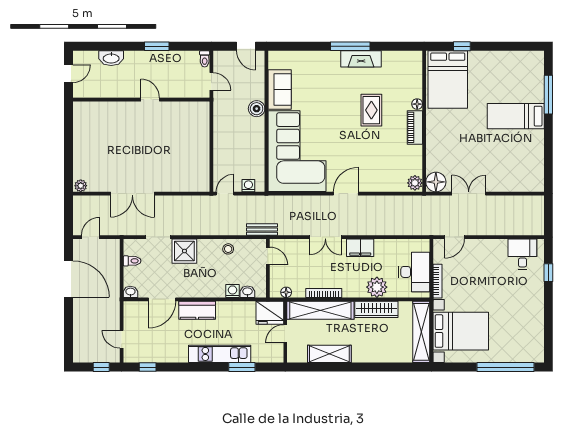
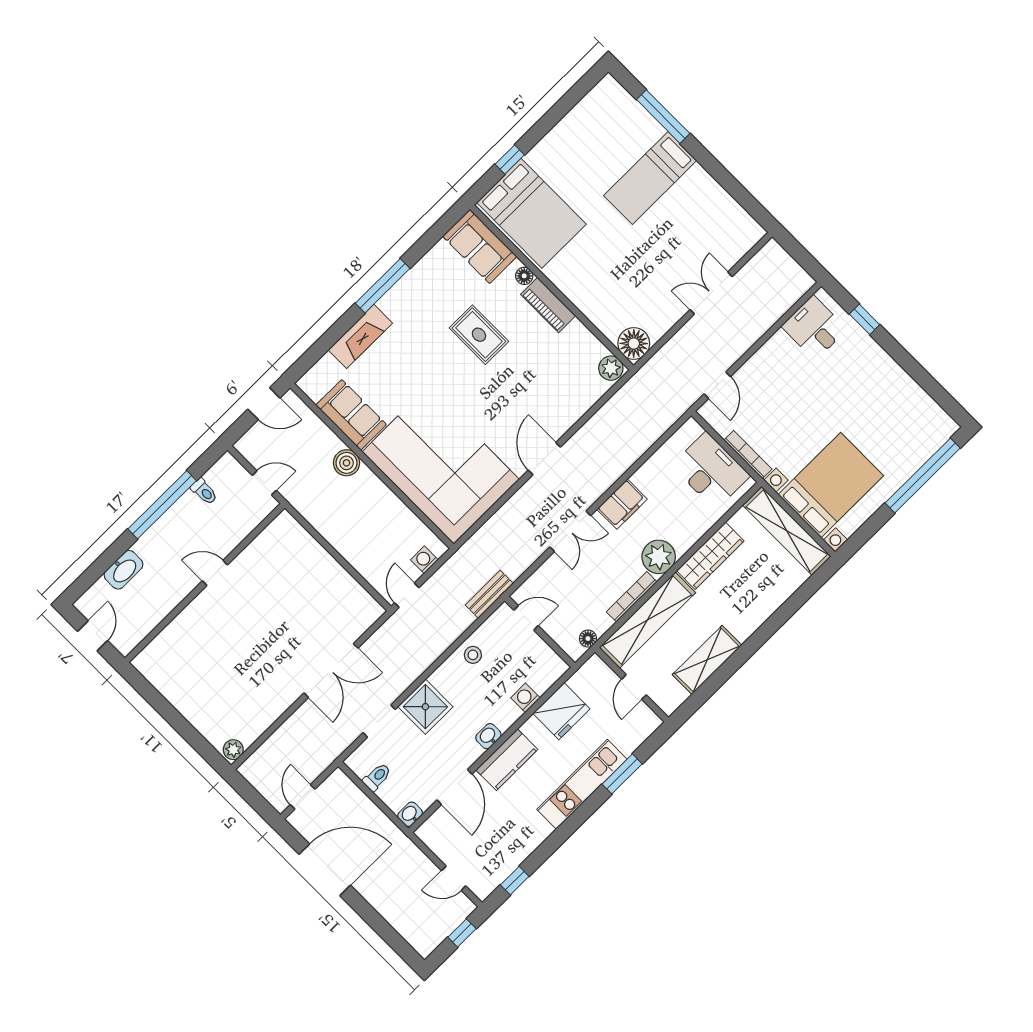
window: (157, 46) -> (162, 505), width x2.11
toilet: (205, 59) -> (204, 491), moved
fireplace: (361, 59) -> (360, 336), moved
sofa: (410, 72) -> (480, 246), added
double door: (132, 194) -> (331, 671), moved
double door: (469, 194) -> (711, 293), moved
plant: (377, 287) -> (659, 557), moved
washbasin: (247, 292) -> (488, 736), moved
fridge: (270, 313) -> (561, 711), moved

